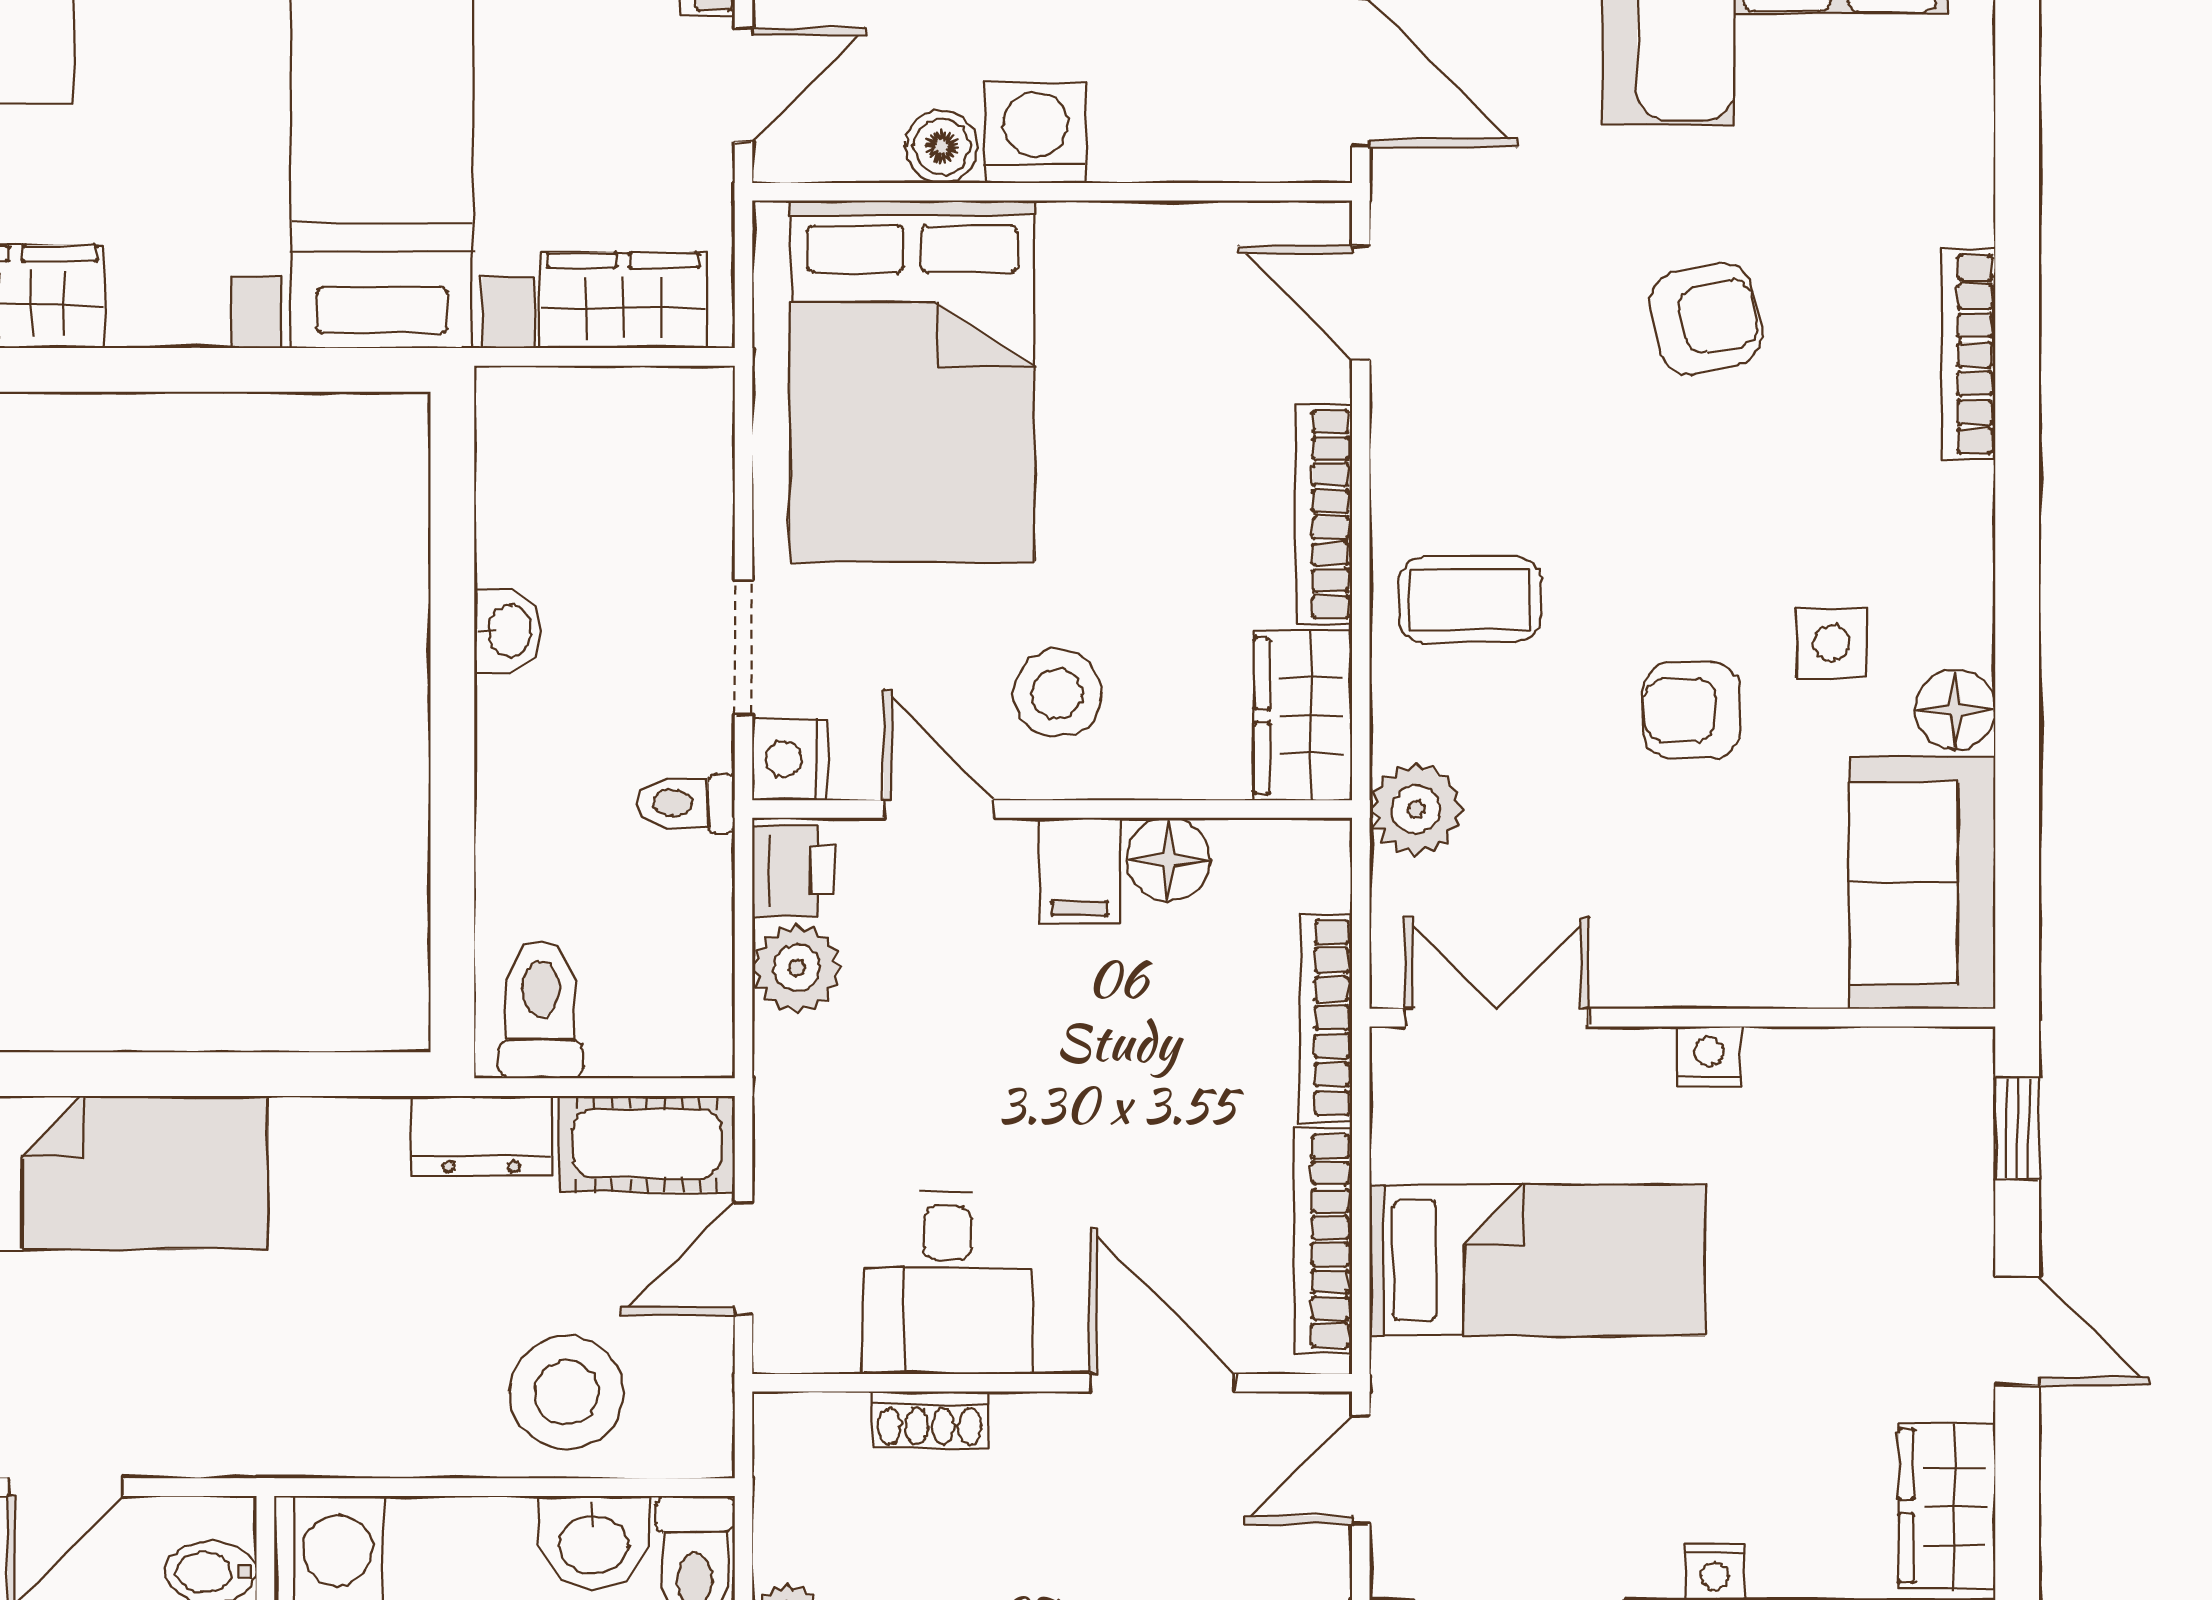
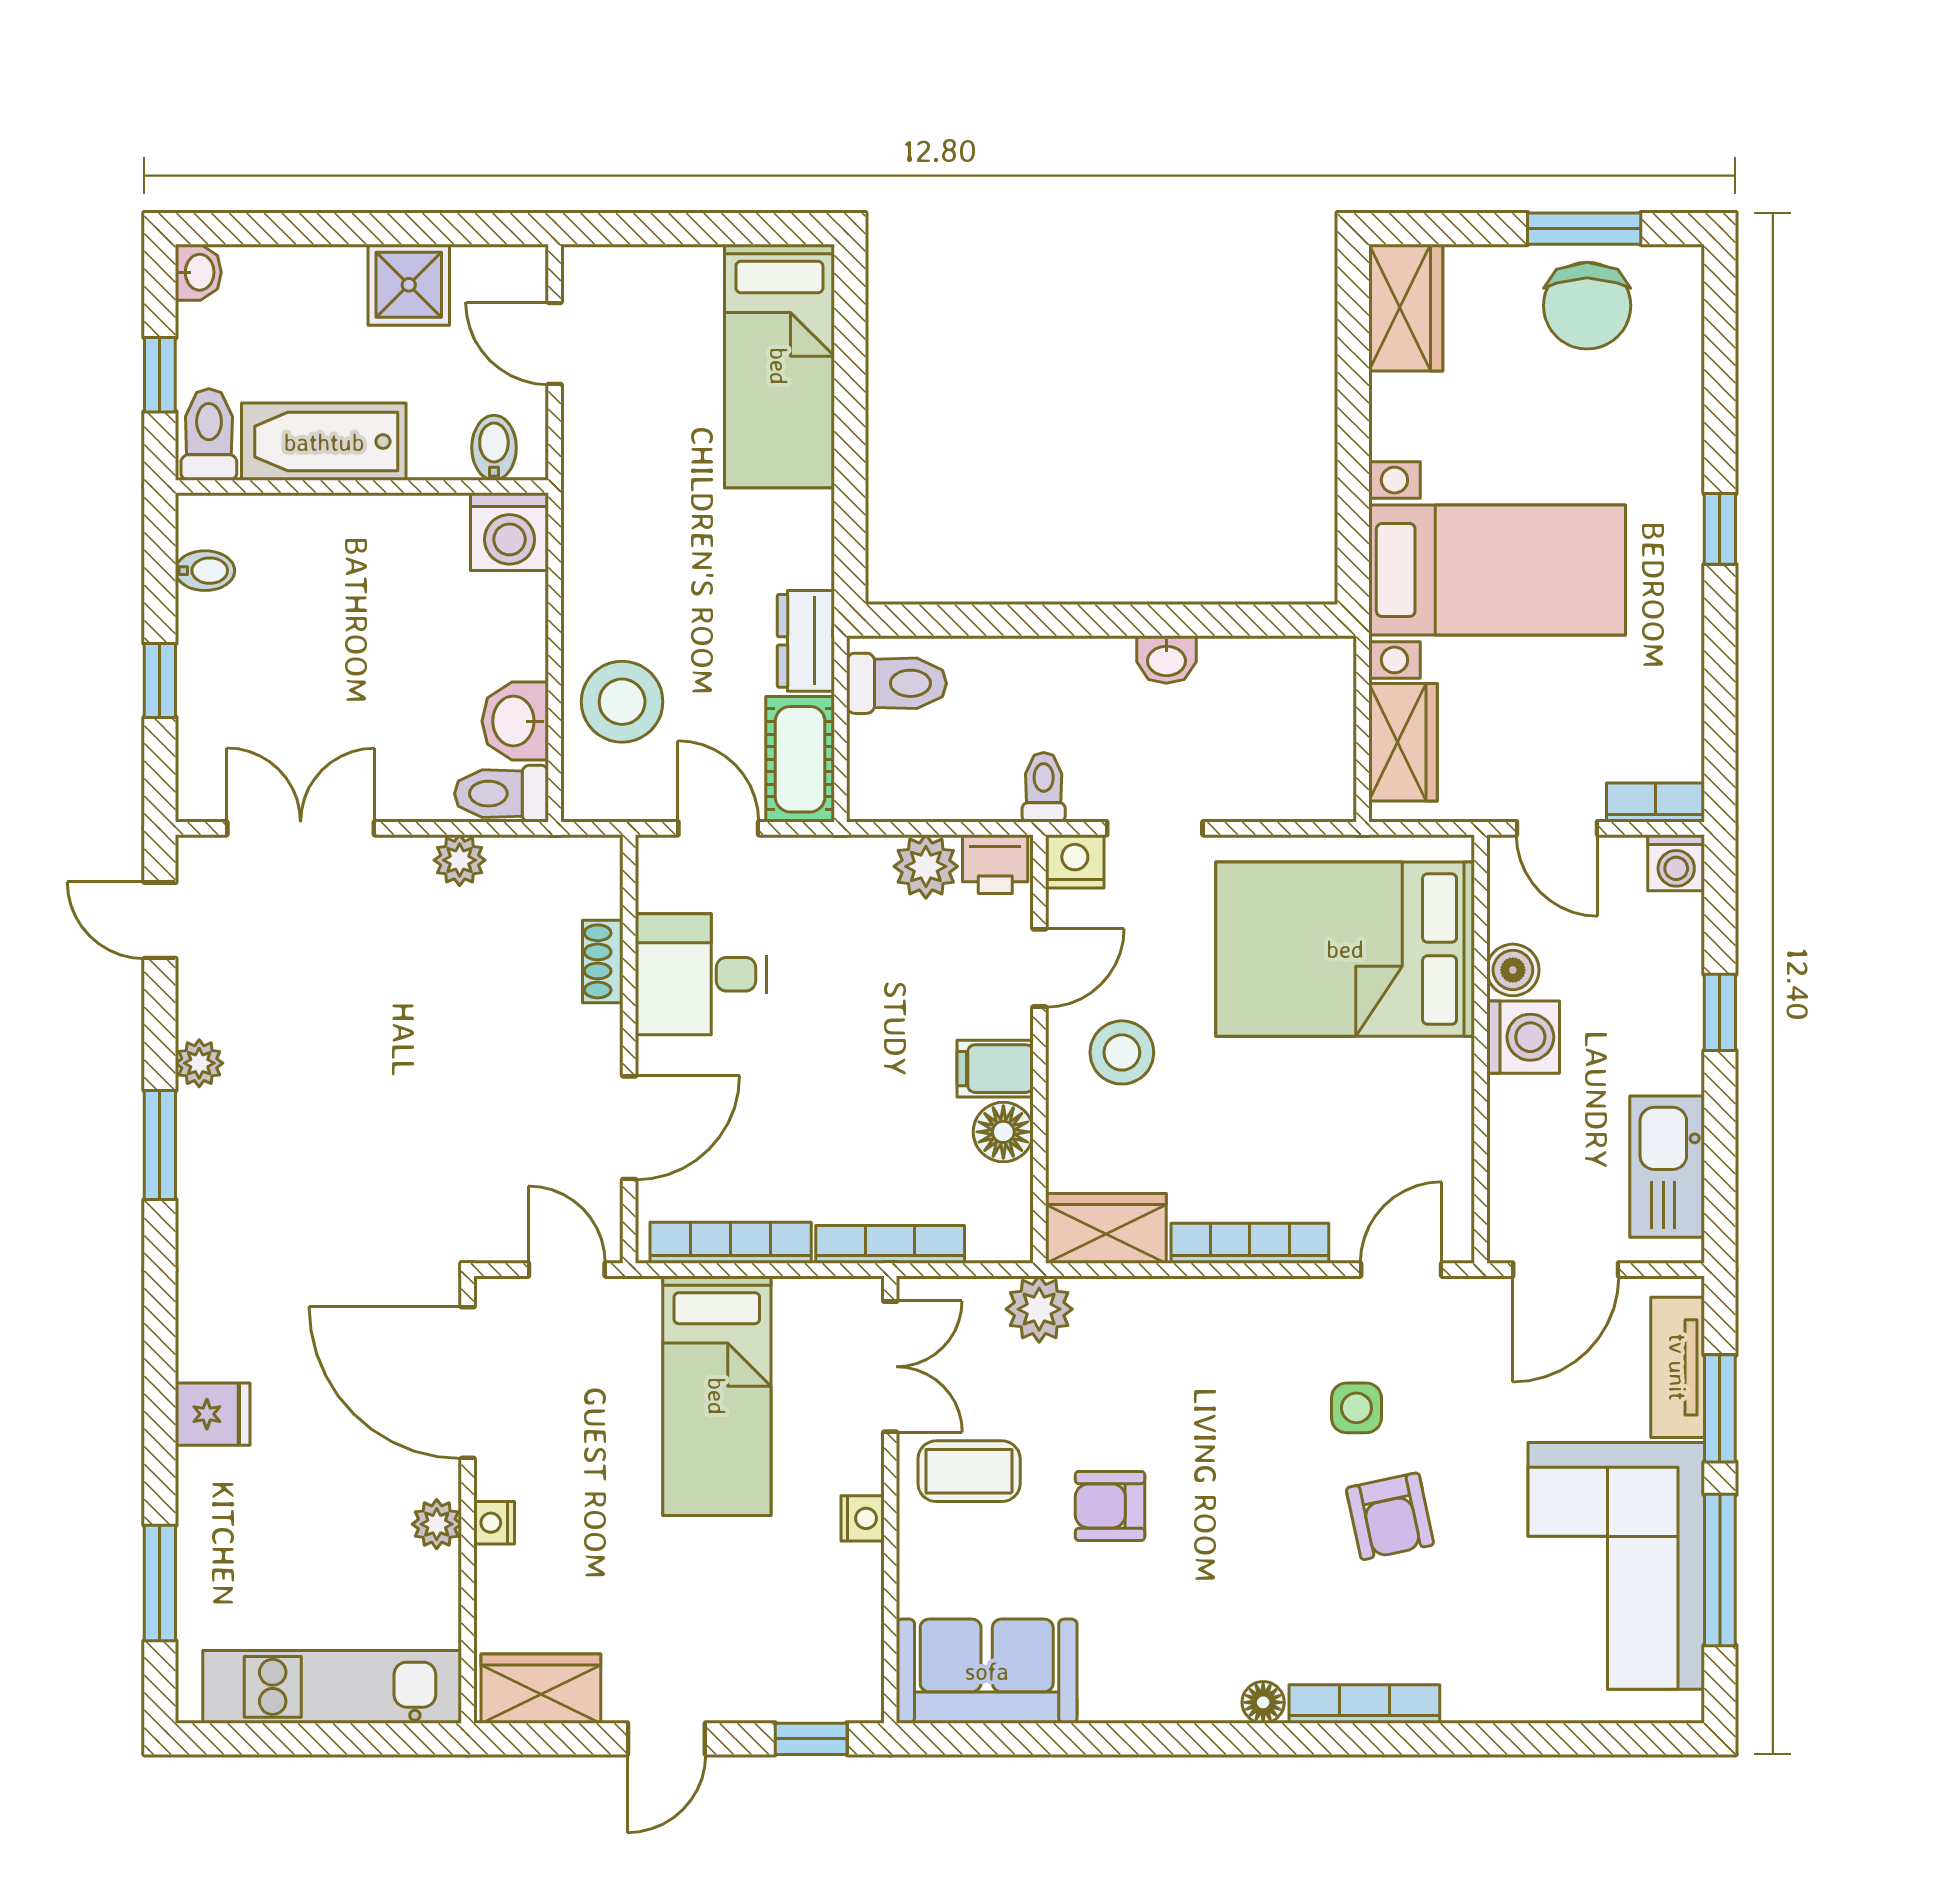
coffee table: (1470, 599) -> (969, 1471), moved, turned 90
side table: (1831, 643) -> (1356, 1408), moved
floor lamp: (1955, 709) -> (1263, 1702), moved, width x0.73, depth x0.73
armchair: (1691, 710) -> (1110, 1506), turned -90

